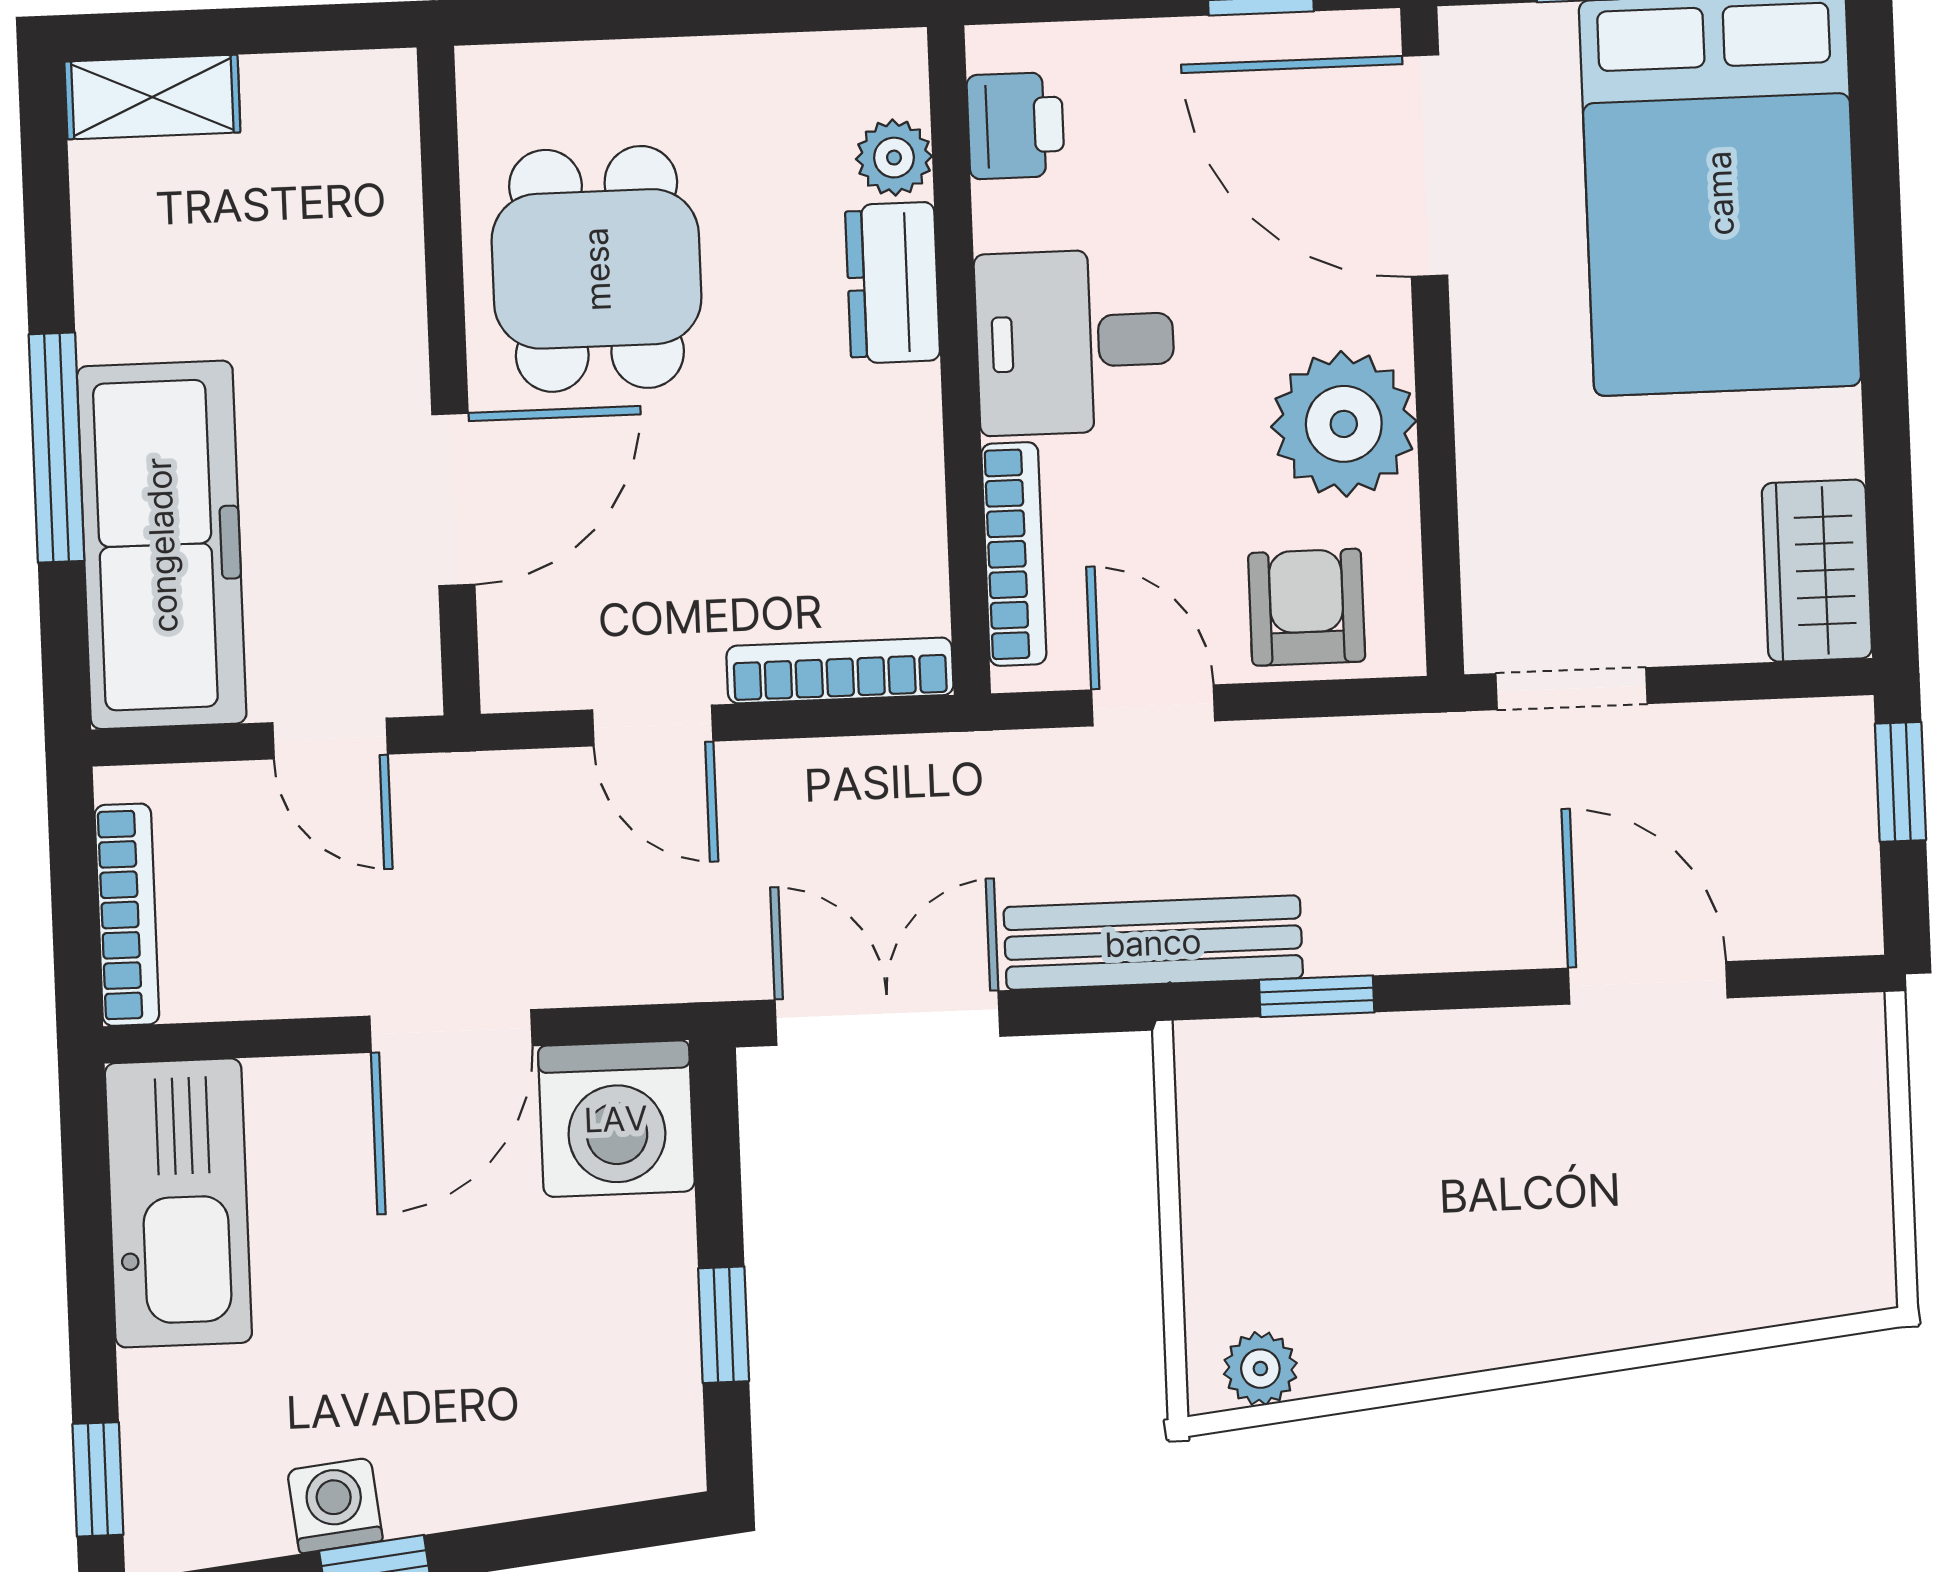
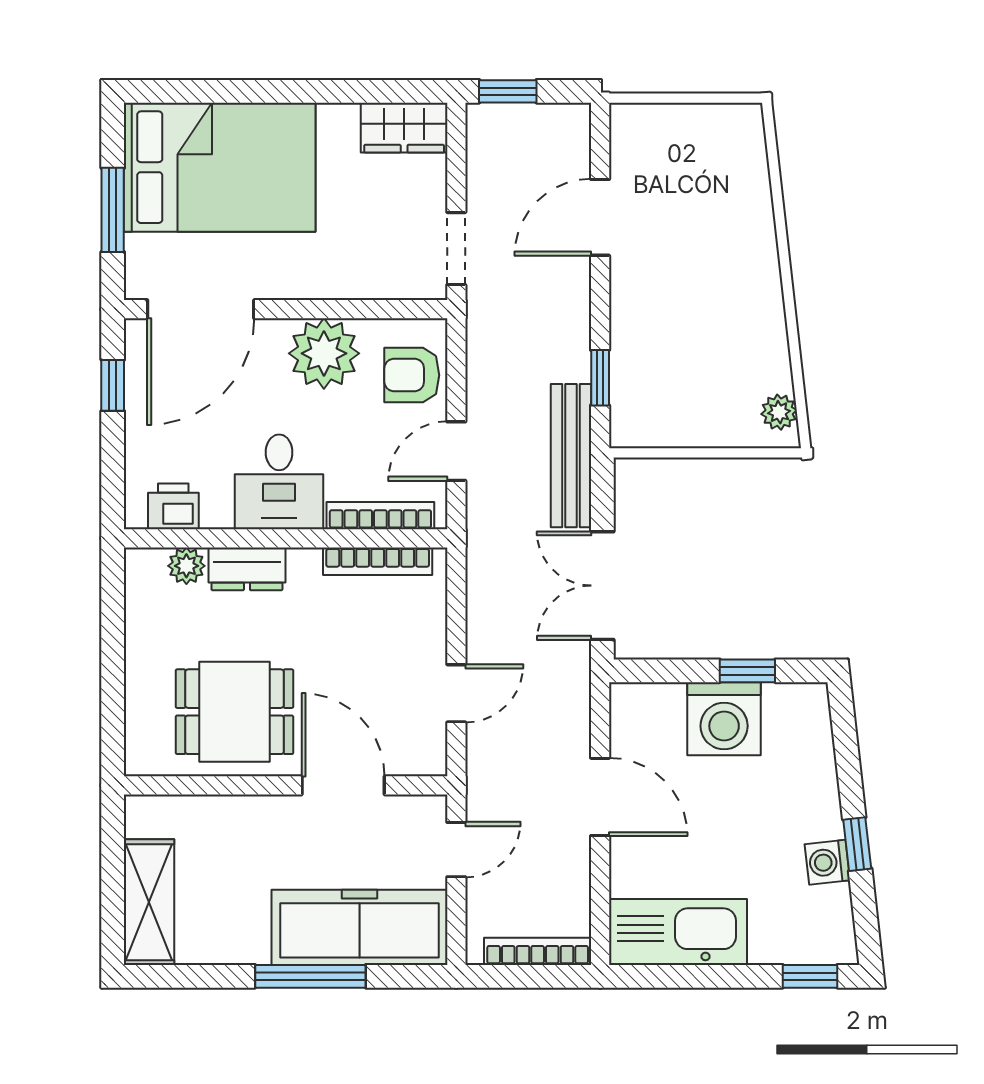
shelving: (152, 97) -> (149, 902), width x1.50, depth x1.33
bookcase: (840, 670) -> (378, 561), moved, turned -90
washing machine: (616, 1119) -> (724, 719), moved, turned 90

